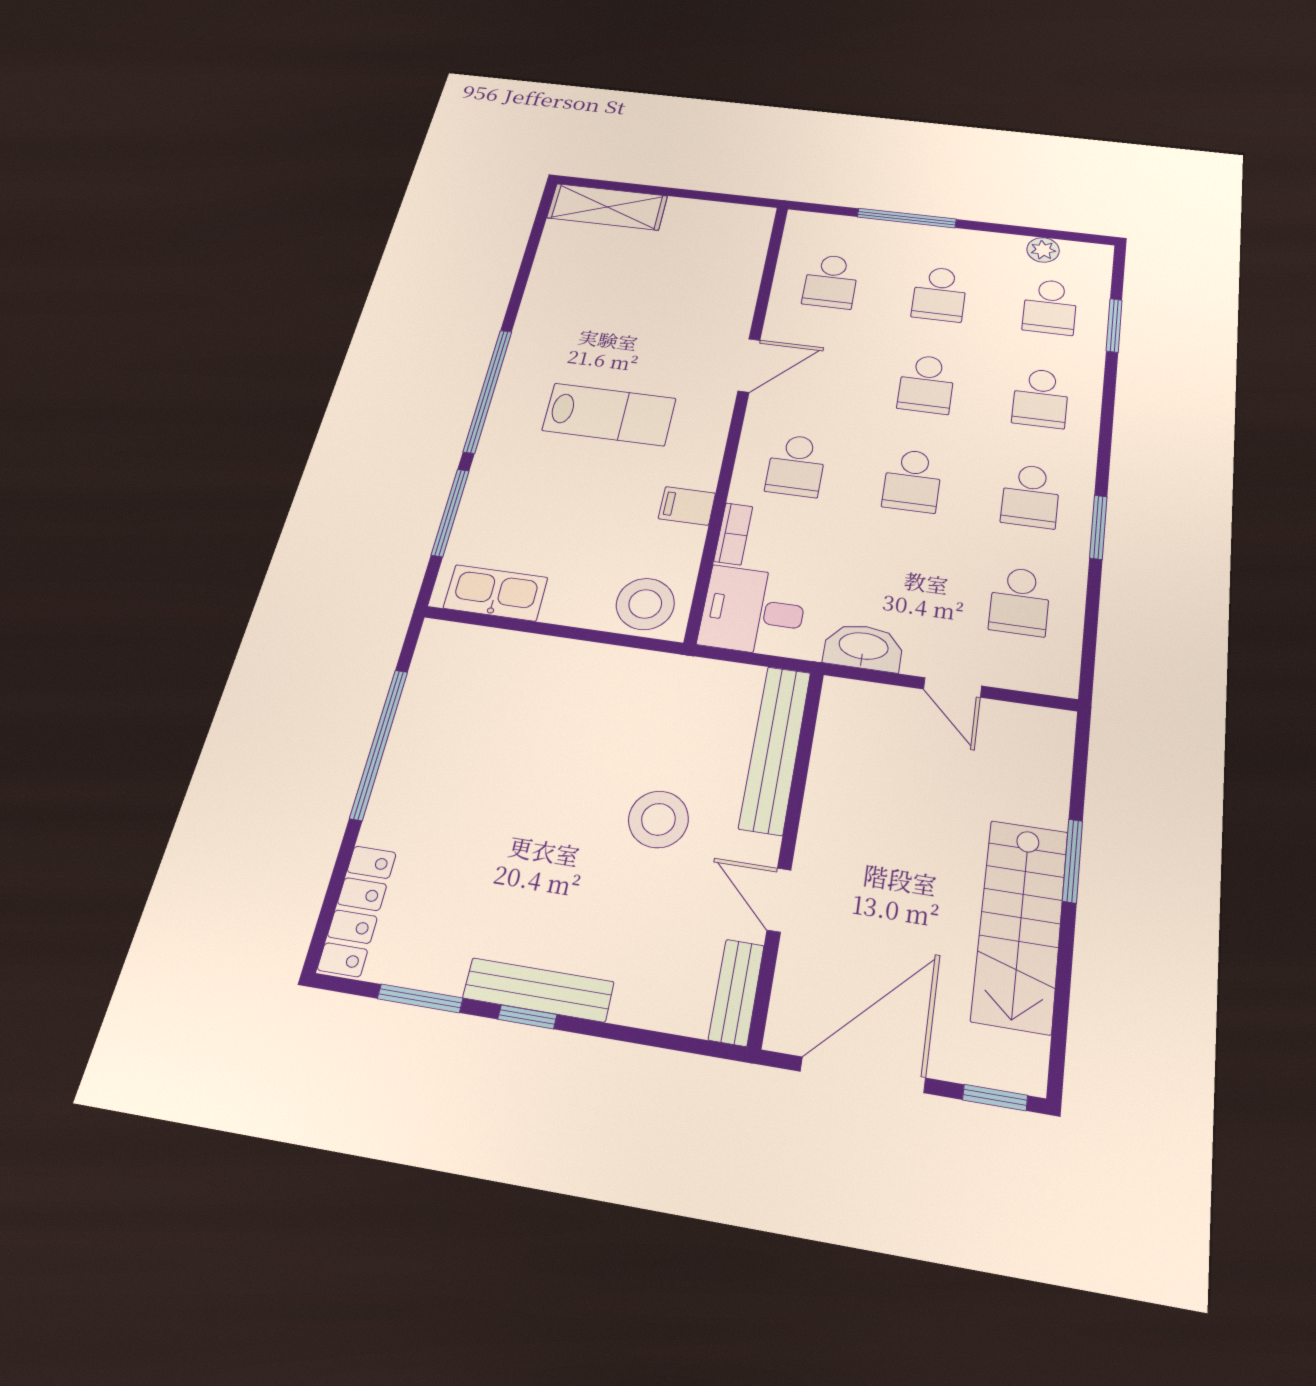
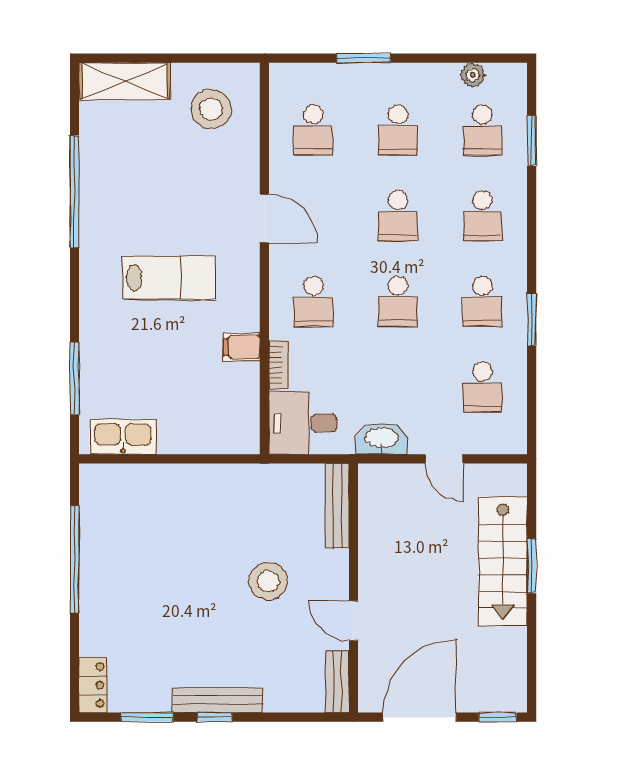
window: (907, 218) -> (364, 58), width x0.69
door: (749, 365) -> (264, 218), hinge flipped
window: (488, 391) -> (74, 192), moved
stool: (645, 604) -> (211, 109), moved
bench: (775, 749) -> (337, 506), width x0.73, depth x0.82
locker: (357, 910) -> (93, 685), width x0.66
stairs: (1020, 925) -> (503, 561), moved

